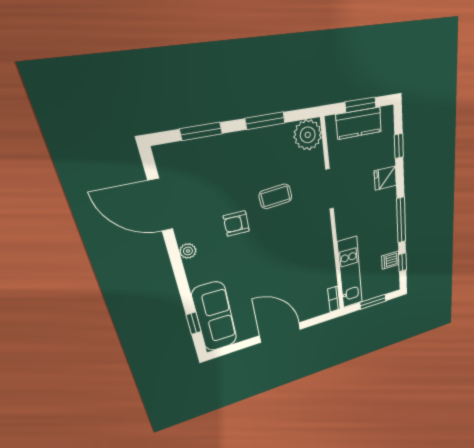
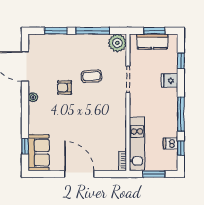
window: (265, 121) -> (92, 31), width x1.44
sofa: (215, 317) -> (39, 153), width x0.73

